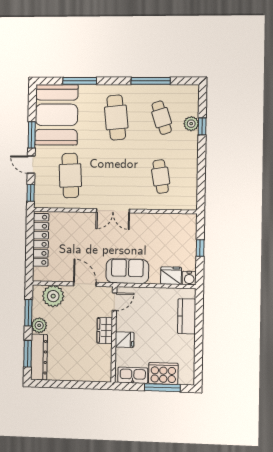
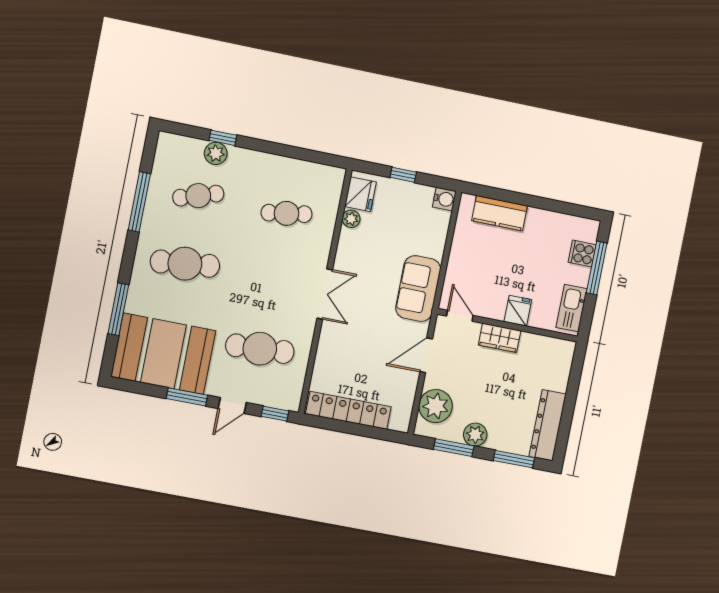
plant: (165, 219) -> (351, 219), added
fridge: (171, 276) -> (360, 194), moved, turned 180
dresser: (39, 357) -> (548, 425), moved, turned -90
cooker: (163, 373) -> (582, 254), width x0.53, depth x0.76

